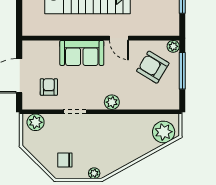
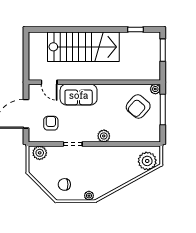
door: (119, 38) -> (49, 82), moved
armchair: (153, 67) -> (138, 107), turned -80

